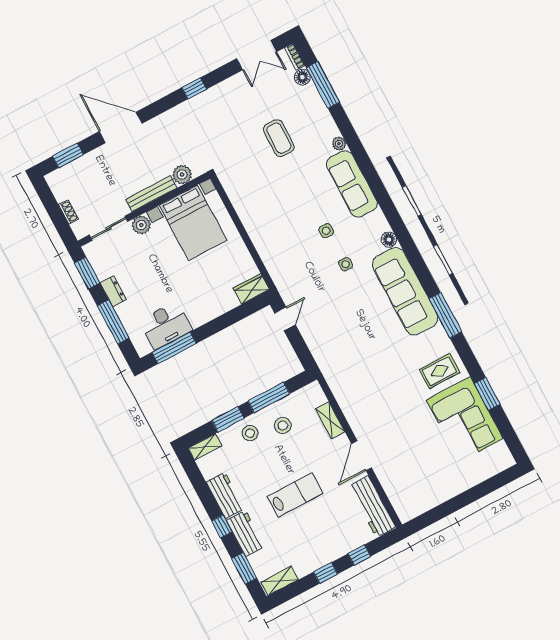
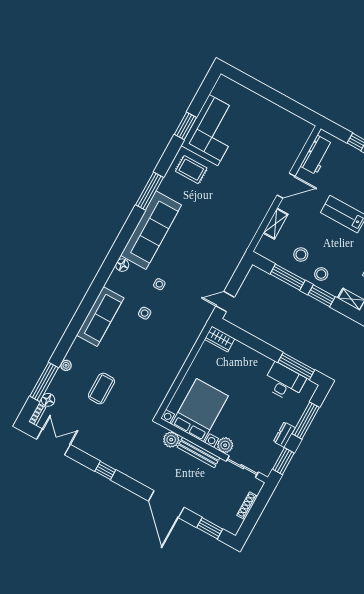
plant: (339, 144) -> (66, 365), moved
shoe rack: (68, 212) -> (247, 506), width x1.43
workbench: (372, 506) -> (317, 155), width x0.73

